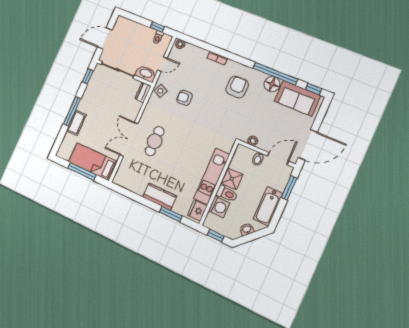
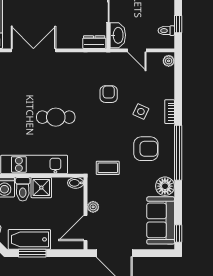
window: (275, 74) -> (178, 153), moved
side table: (160, 91) -> (141, 112), moved
coffee table: (239, 122) -> (108, 168), added
cafe table: (155, 141) -> (56, 117), moved
plant: (253, 141) -> (93, 207), moved
bidet: (258, 159) -> (76, 183), moved
door: (278, 159) -> (86, 228), swing flipped
window: (289, 188) -> (32, 253), moved

